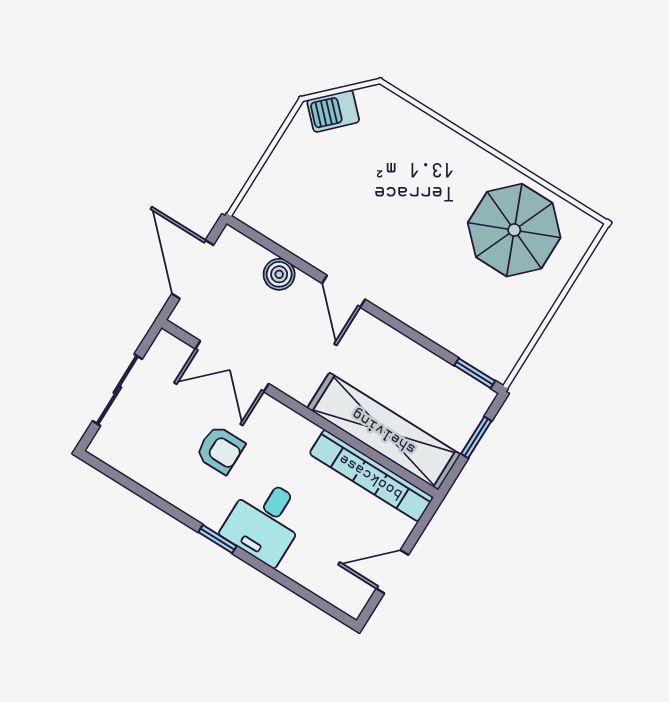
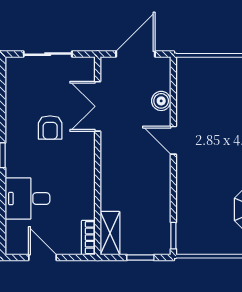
door: (344, 291) -> (173, 140), hinge flipped
shelving: (384, 431) -> (110, 233), width x0.45, depth x0.75
bookcase: (371, 476) -> (88, 238), width x0.43, depth x0.76
desk: (265, 521) -> (27, 199), moved

